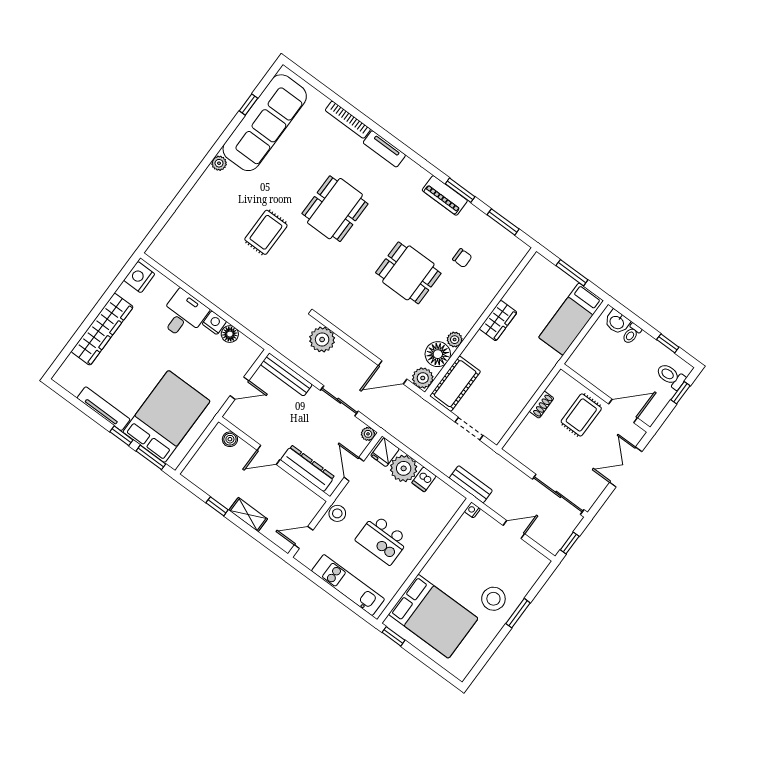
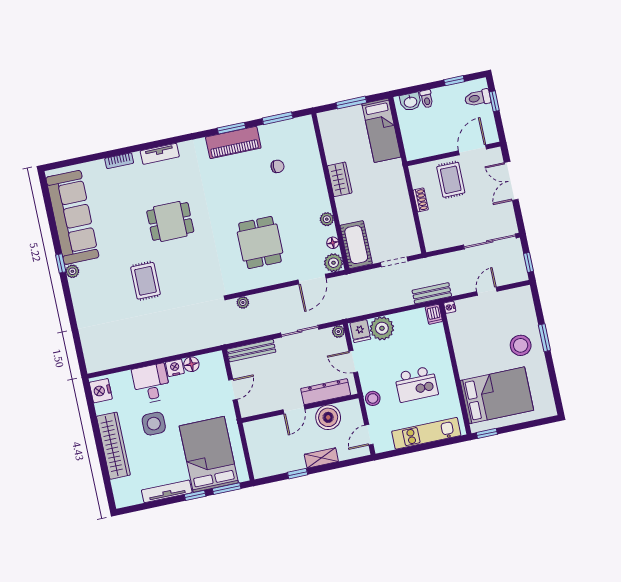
window: (248, 105) -> (61, 263), moved
bookcase: (348, 120) -> (119, 161), width x0.64
piano: (445, 195) -> (233, 142), width x1.37, depth x1.33
dining table: (335, 209) -> (170, 221), width x0.73
dining table: (408, 273) -> (260, 243), moved, turned 90
plant: (322, 339) -> (243, 303), width x0.53, depth x0.53
side table: (151, 347) -> (154, 424), added
floor lamp: (438, 354) -> (333, 243), width x0.53, depth x0.53
boiler: (230, 439) -> (328, 417), moved, width x1.86, depth x1.86
dishwasher: (424, 479) -> (434, 314), moved

